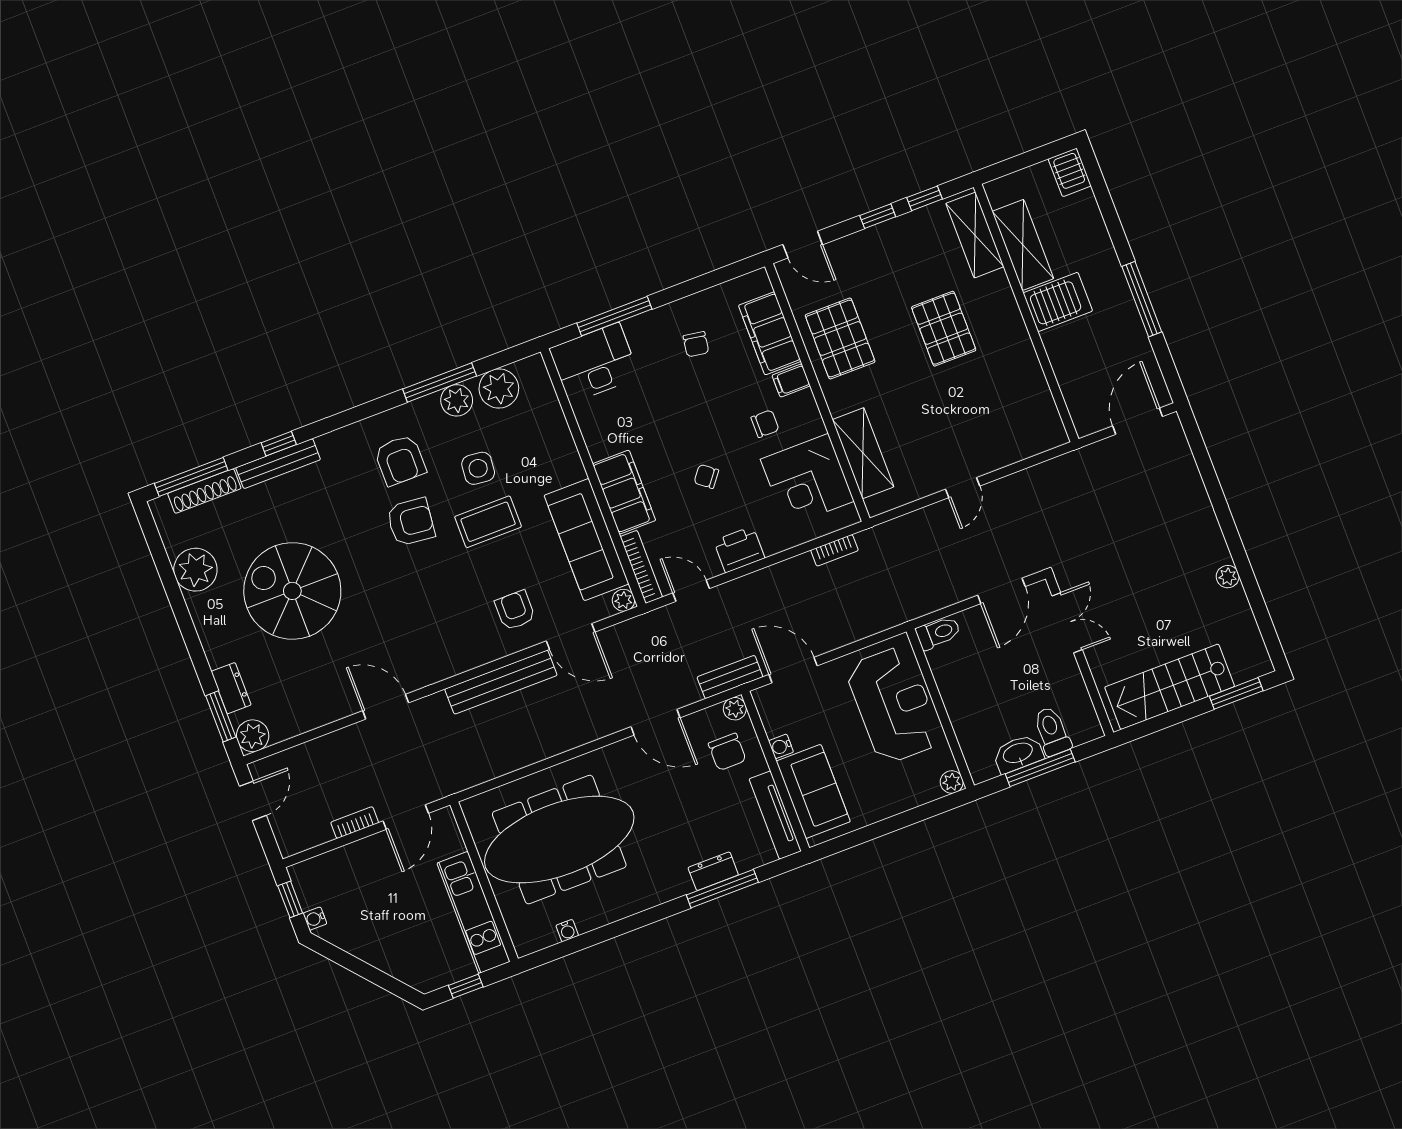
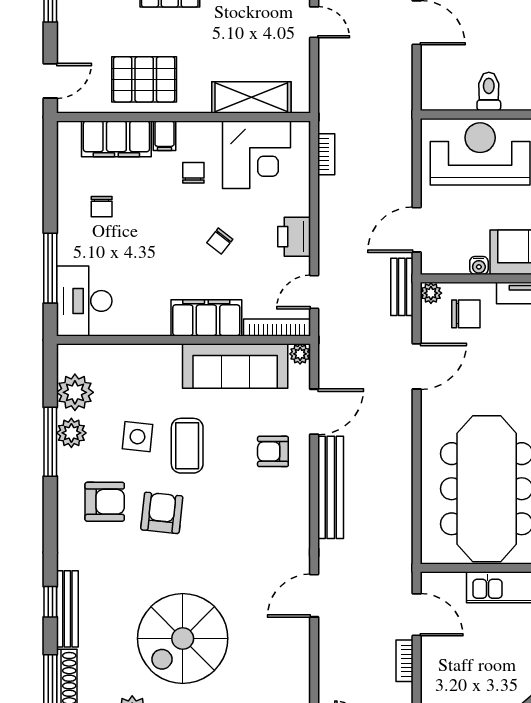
chair: (696, 344) -> (102, 207), turned 81
toilet: (938, 633) -> (489, 91), moved

